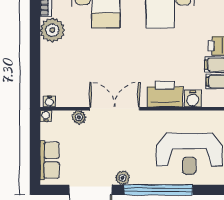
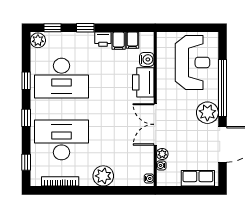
plant: (52, 30) -> (103, 176), moved
water cooler: (46, 116) -> (161, 165), moved
plant: (123, 178) -> (207, 113), width x1.88, depth x1.88

